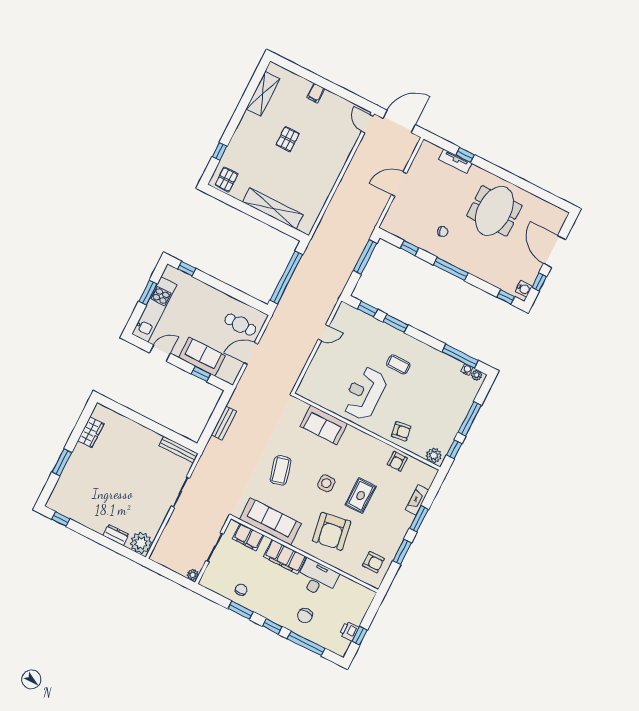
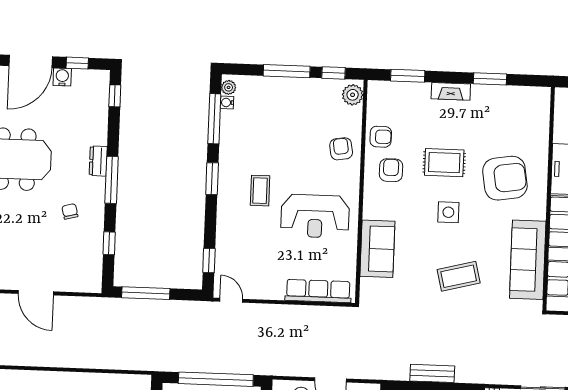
dresser: (468, 266) -> (98, 161), added
water cooler: (524, 289) -> (62, 77), moved
window: (395, 323) -> (212, 179), moved
door: (324, 333) -> (231, 300), moved
row of seats: (314, 372) -> (318, 291), added
fireplace: (417, 500) -> (451, 91), moved
window: (419, 519) -> (408, 76), moved
armchair: (373, 562) -> (391, 170), moved

